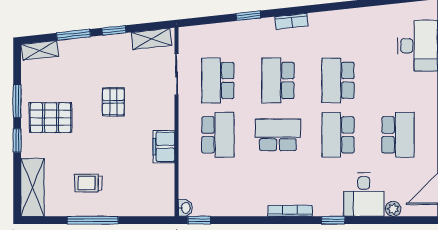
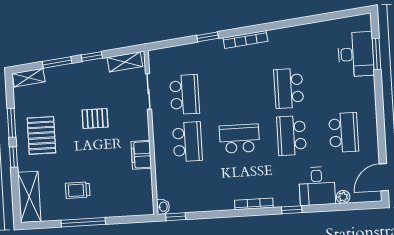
bookcase: (292, 21) -> (245, 39), width x1.56
school desk: (218, 80) -> (185, 95), turned 180
school desk: (278, 80) -> (237, 91), removed
pallet: (113, 102) -> (95, 118), turned 90
pallet: (51, 118) -> (41, 135), turned 90

